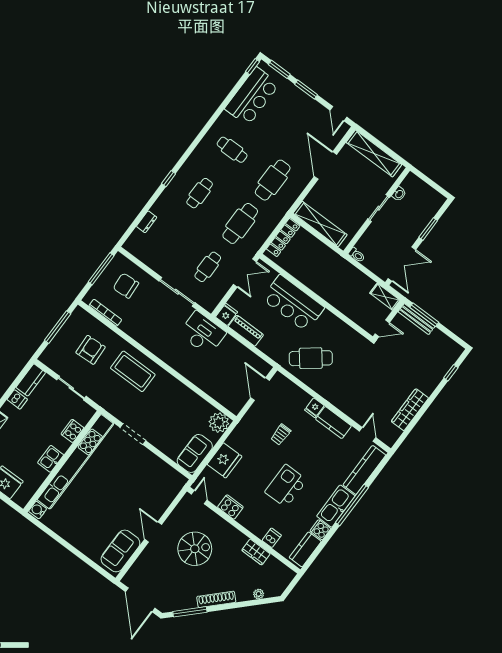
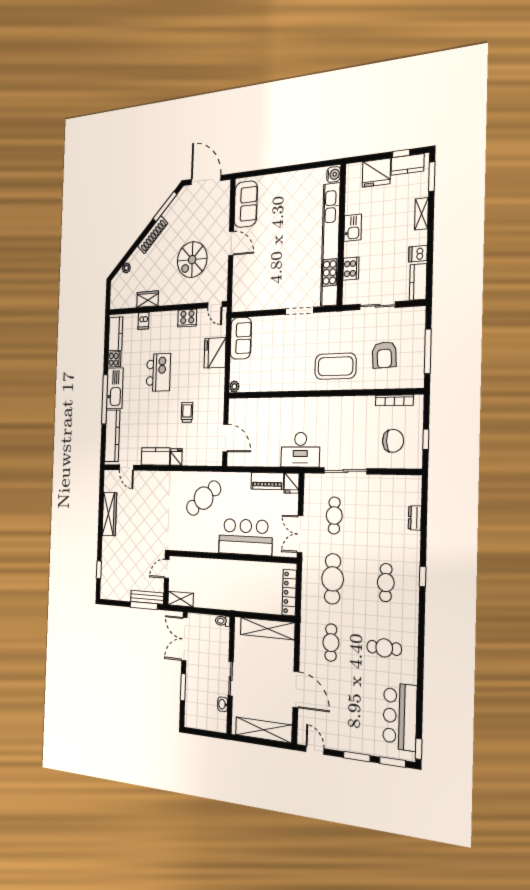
cafe table: (273, 180) -> (331, 643), width x0.73, depth x0.74
window: (101, 269) -> (426, 439), width x0.46
plant: (219, 423) -> (234, 387), width x0.53, depth x0.53

